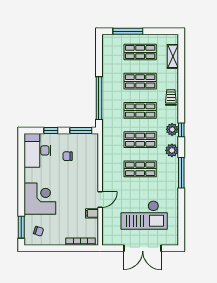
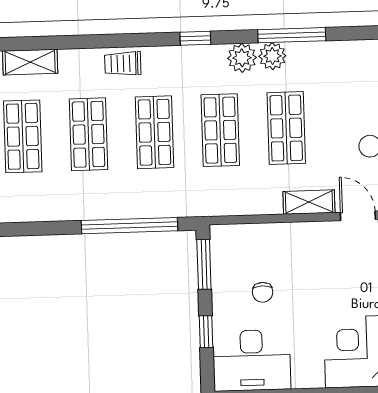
plant: (172, 129) -> (272, 56), moved
shelving: (107, 178) -> (309, 202), added

